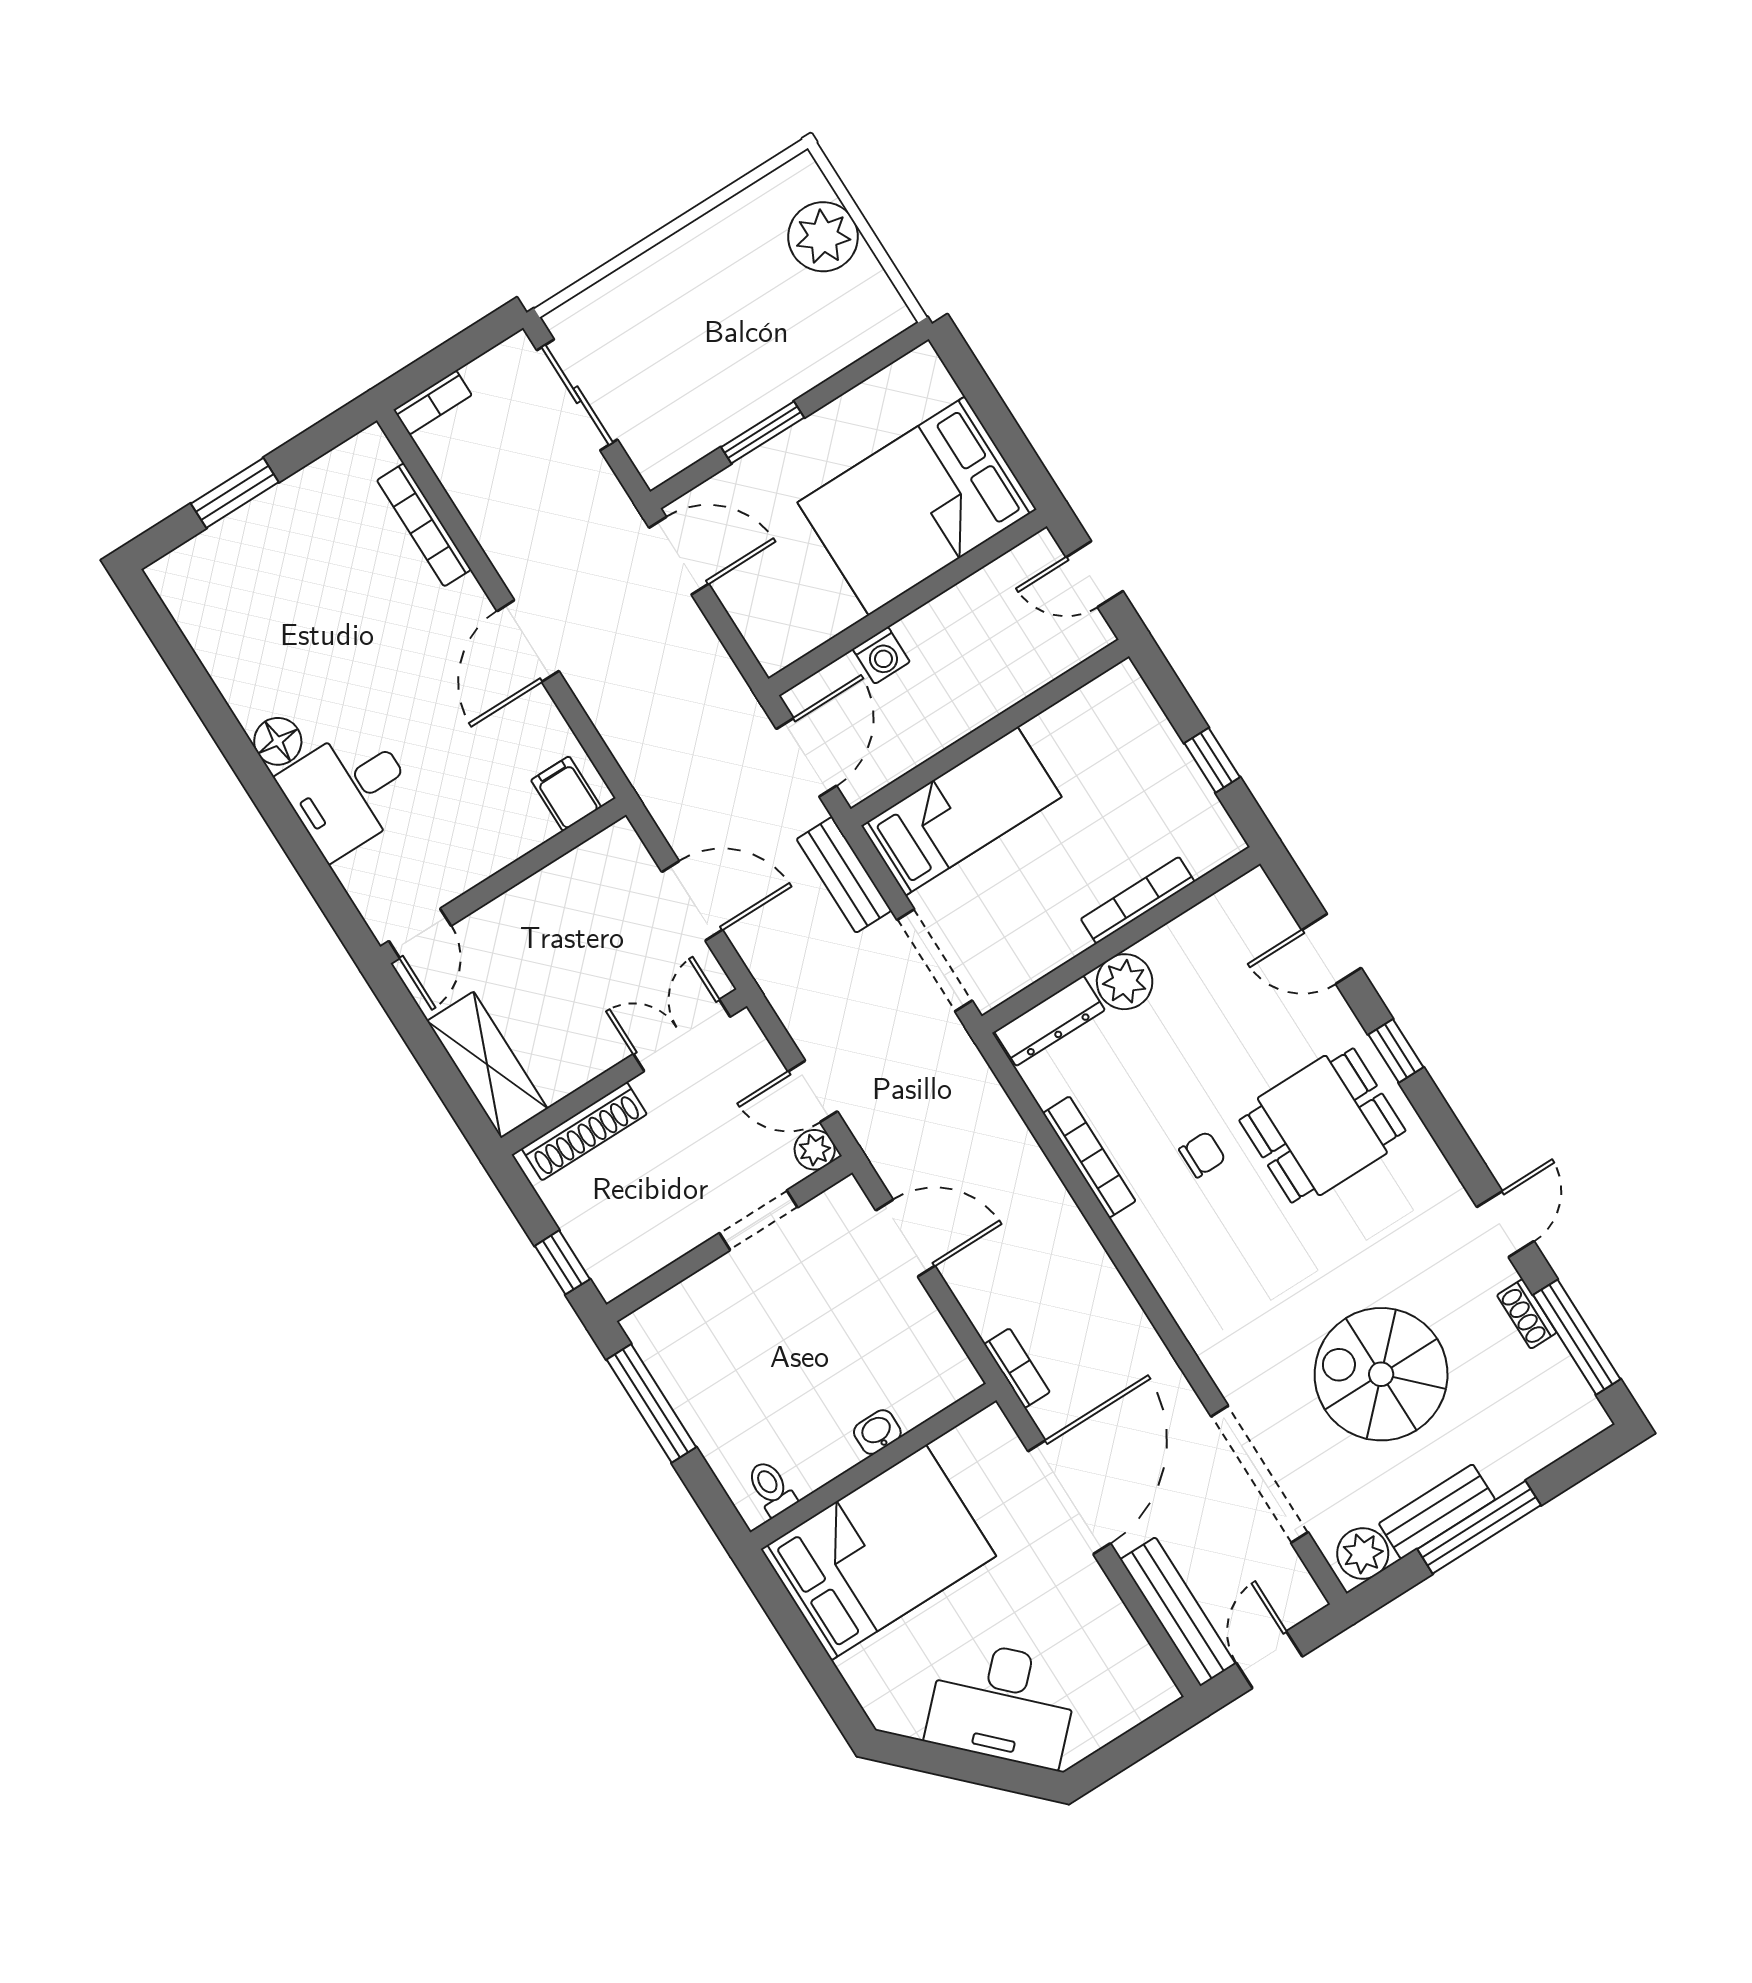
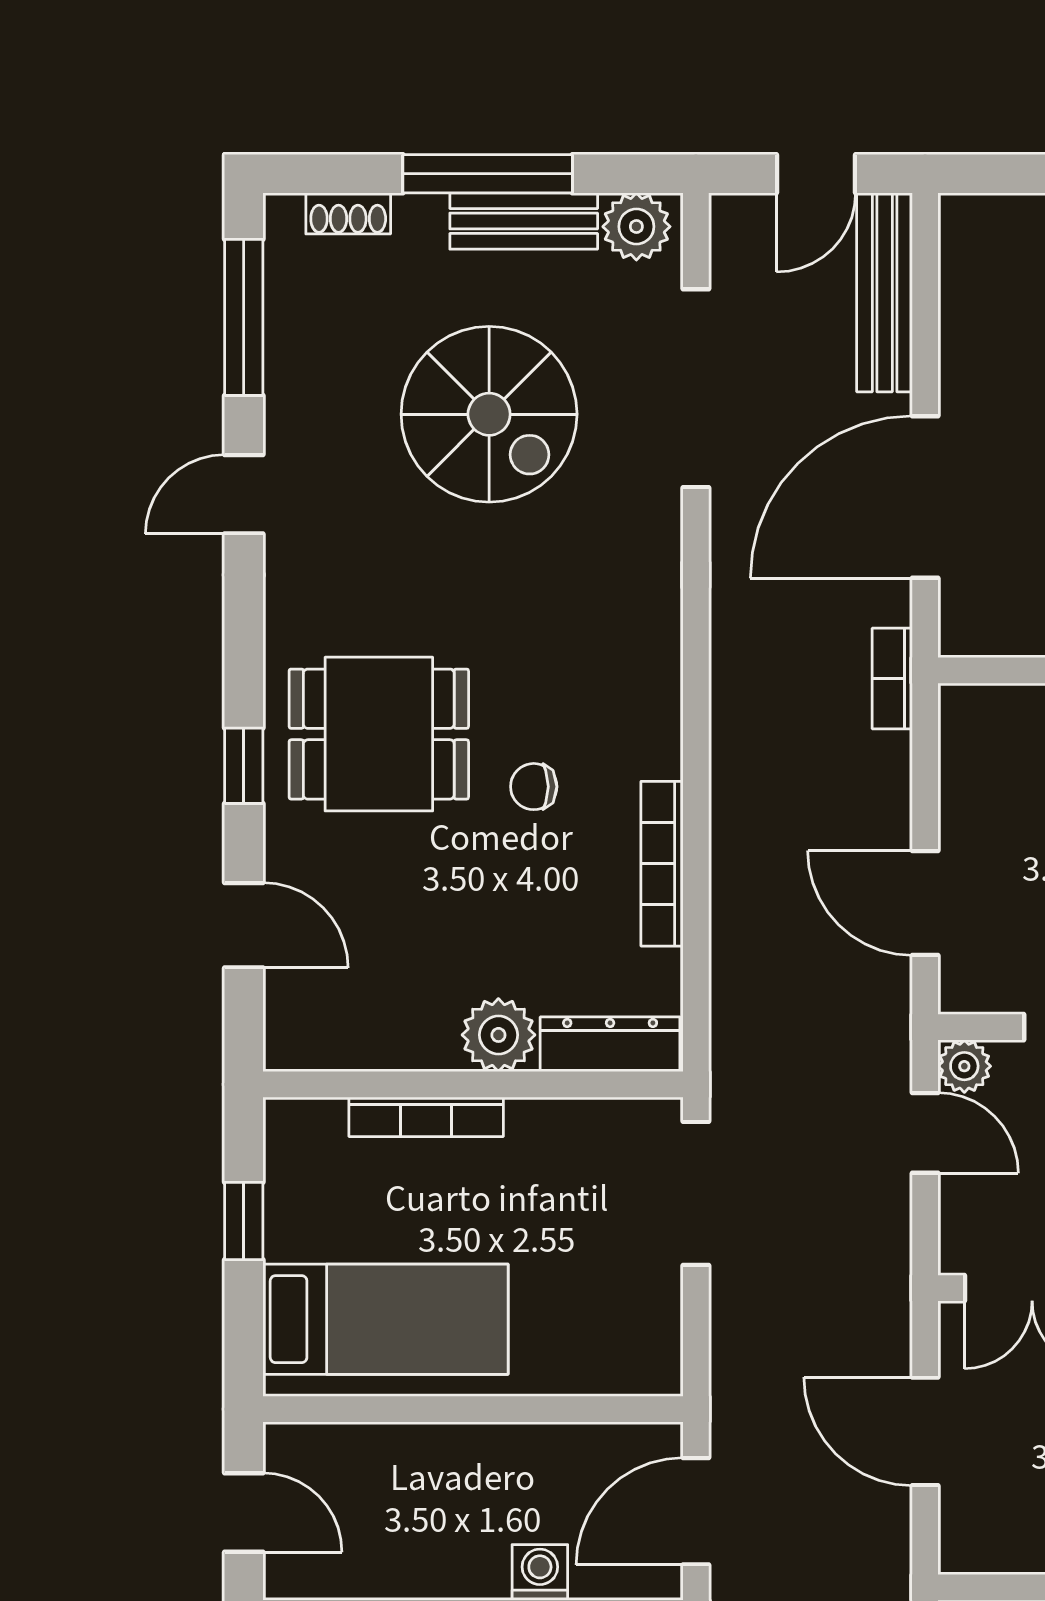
bed: (961, 811) -> (385, 1319), moved, turned 180
bench: (844, 875) -> (737, 1353), removed
shoe rack: (1527, 1314) -> (348, 213), moved, turned 90

